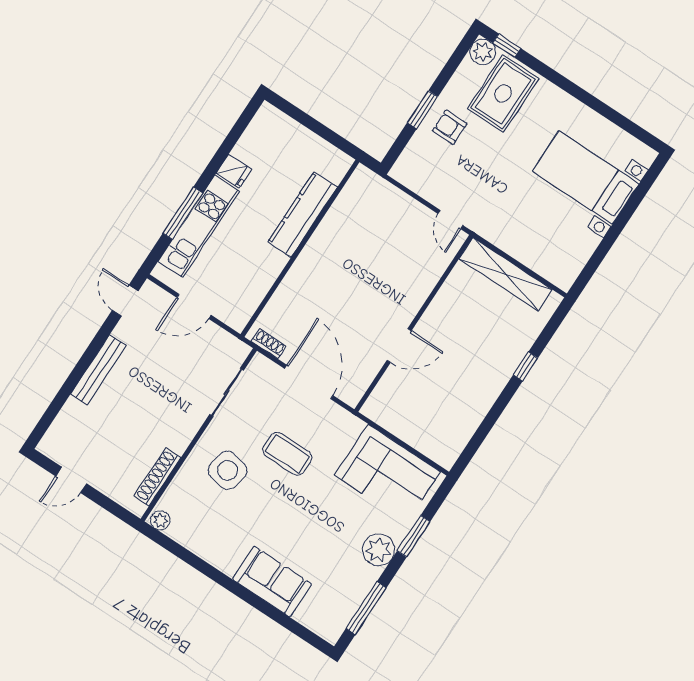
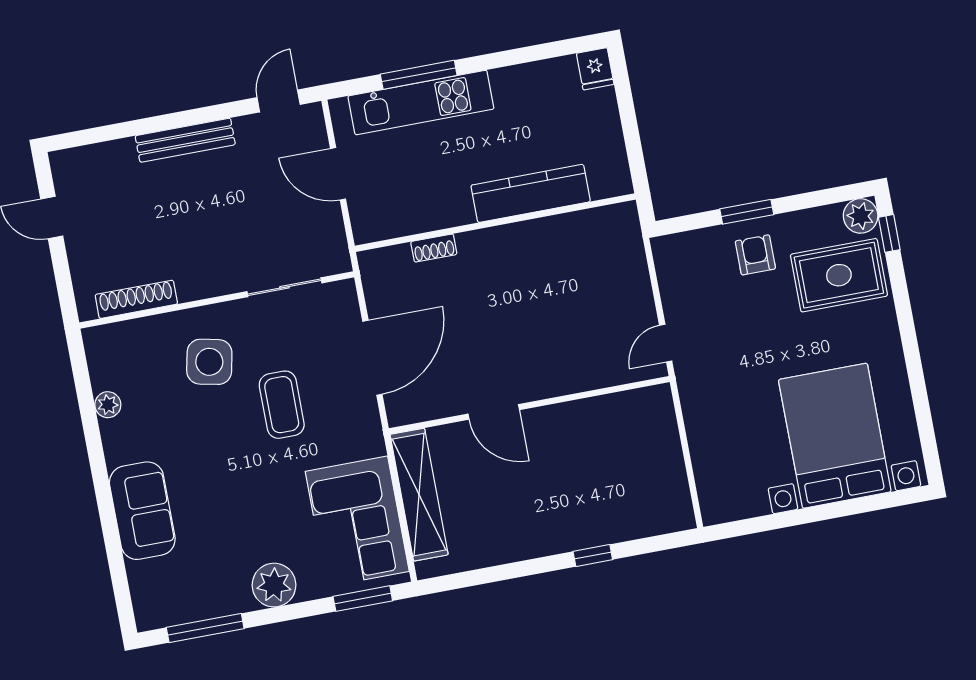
fridge: (234, 171) -> (595, 69), moved
bed with nightstands: (586, 178) -> (835, 436), width x1.36
shelving: (506, 274) -> (419, 495), moved
shoe rack: (269, 344) -> (434, 248), moved, turned 90
plant: (160, 520) -> (108, 405), moved
window: (414, 536) -> (363, 599), moved

